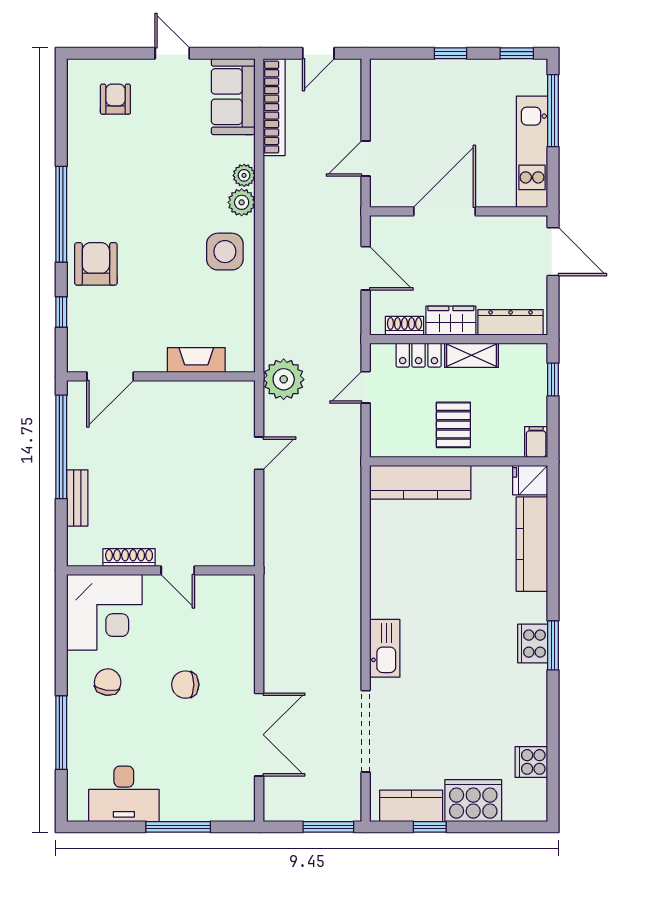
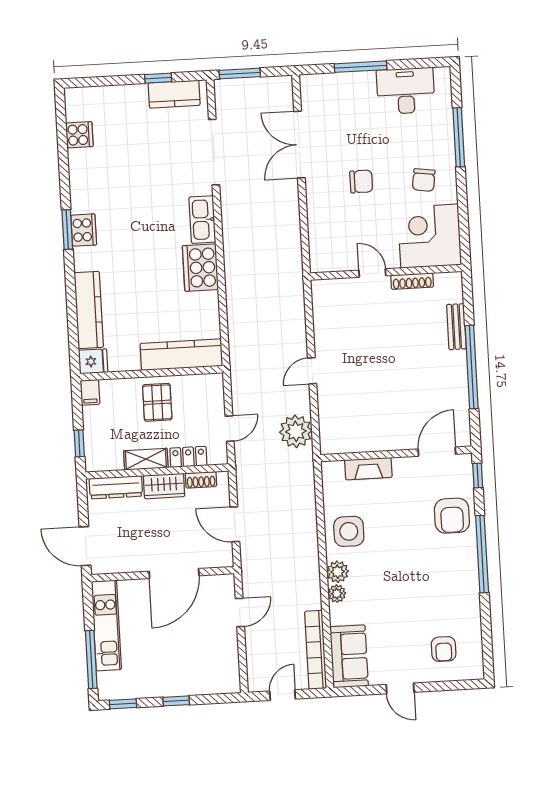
fireplace: (196, 360) -> (368, 469), moved
door: (110, 376) -> (437, 452), moved
wall: (161, 376) -> (396, 454), moved
cooker: (473, 801) -> (200, 268), moved, turned 90

